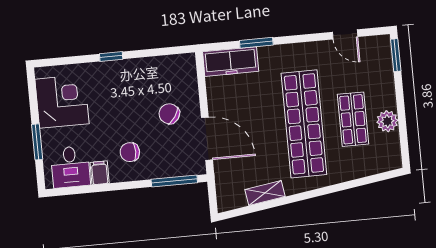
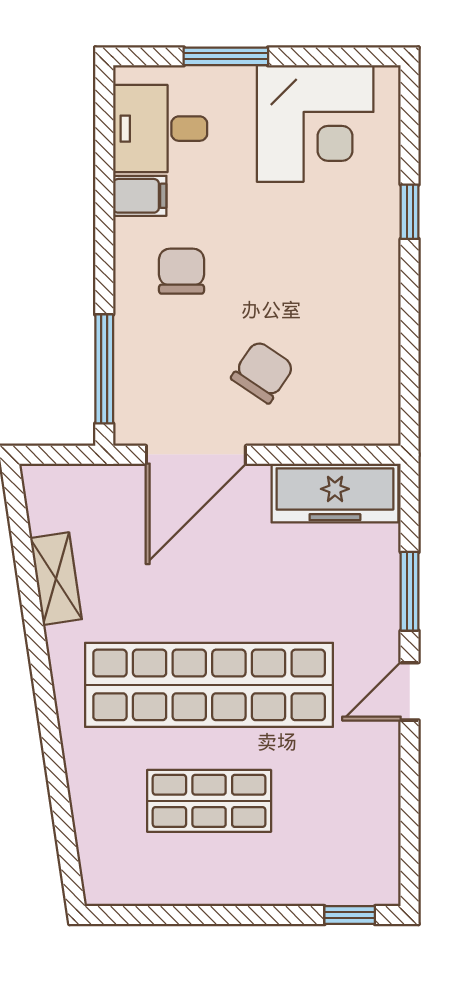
door: (345, 34) -> (410, 691), moved
window: (396, 55) -> (350, 915), width x0.67
window: (111, 56) -> (410, 212), moved
freezer: (231, 62) -> (335, 493), moved, turned -90
plant: (387, 121) -> (197, 881), removed

